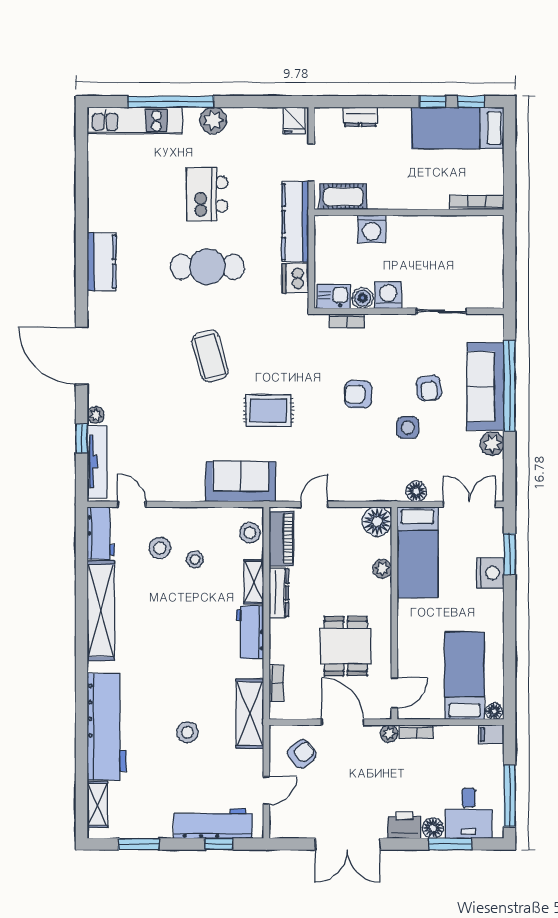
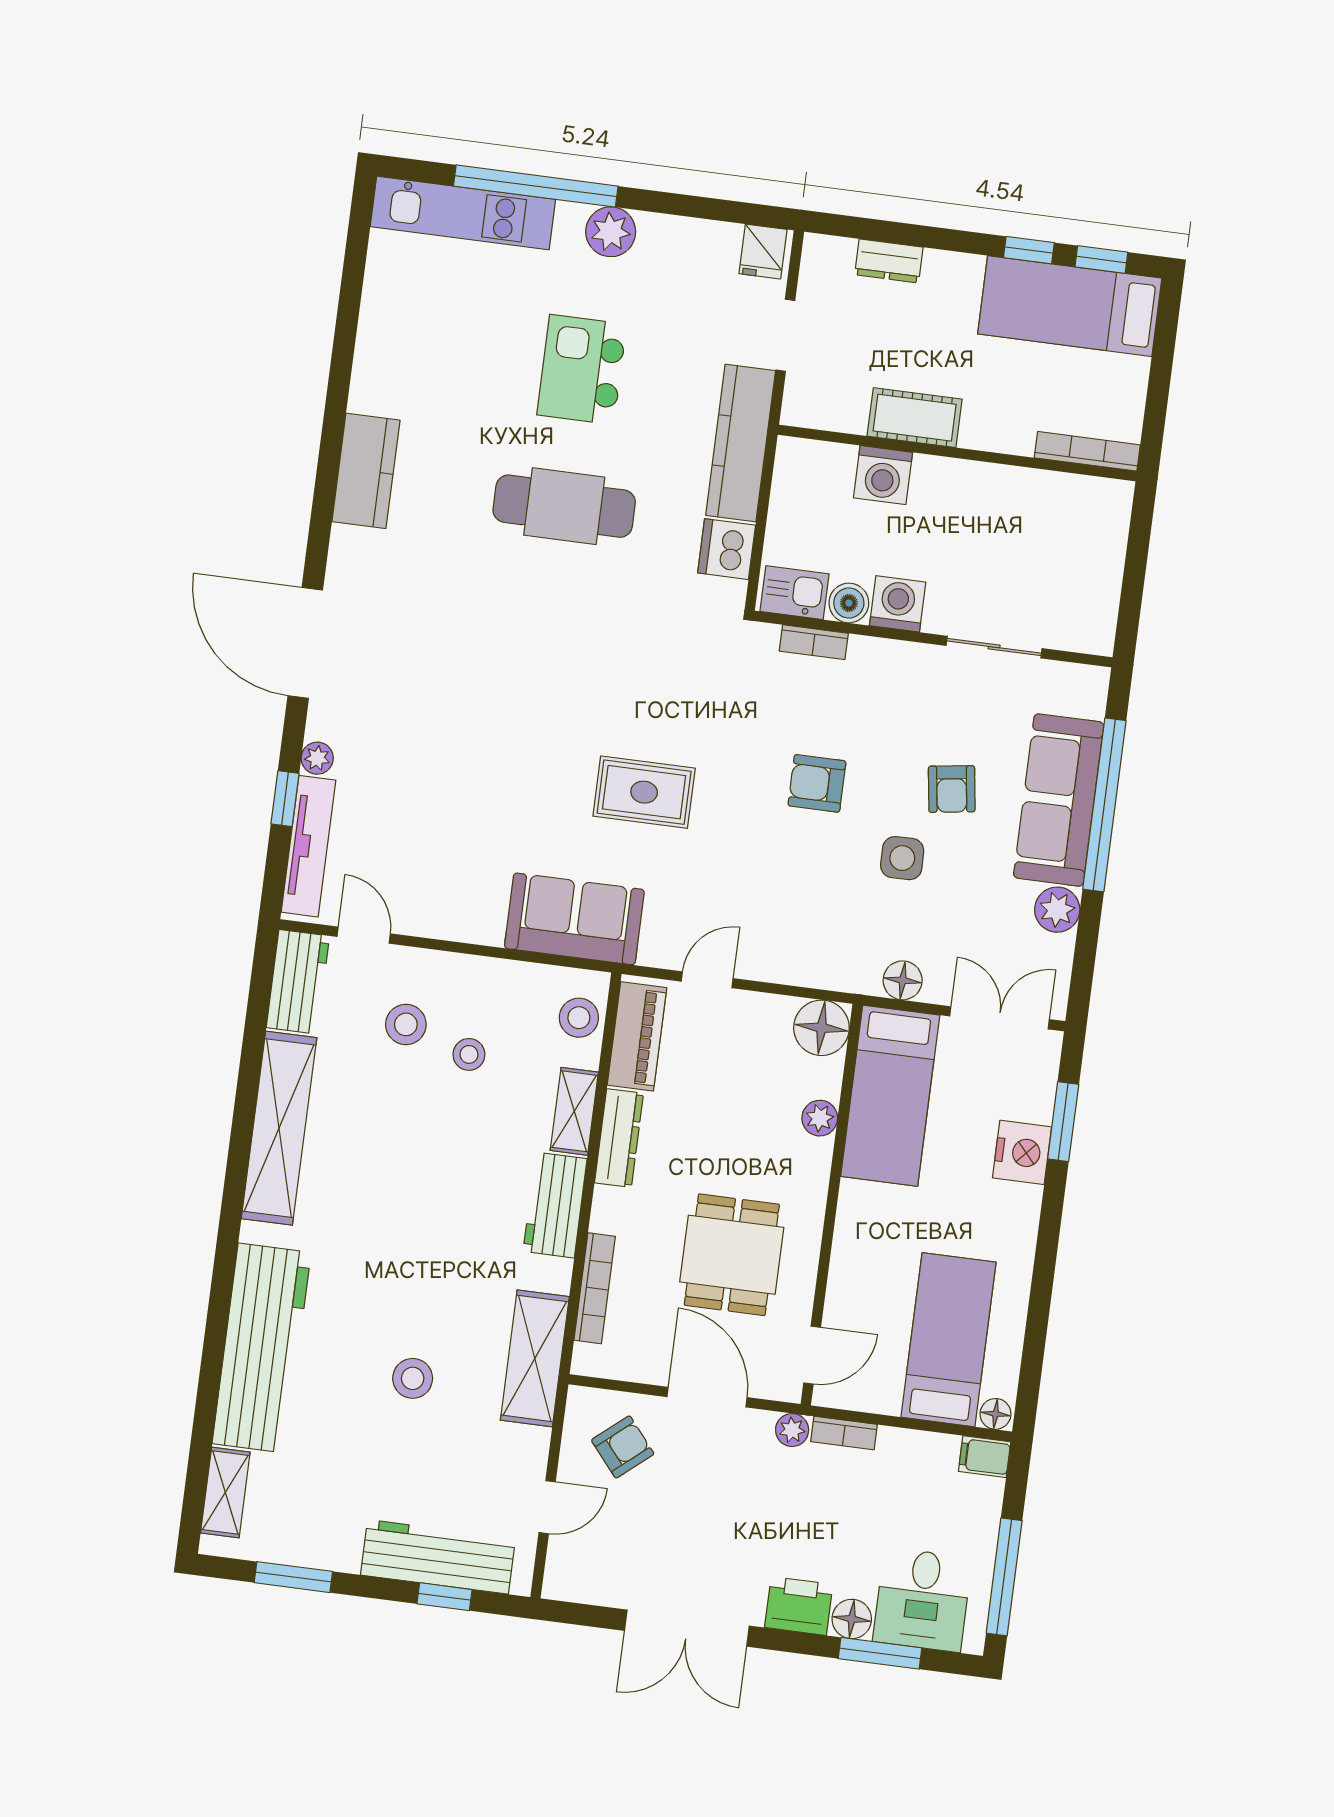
cot: (343, 197) -> (915, 418), moved
coffee table: (210, 356) -> (547, 675), removed
bookcase: (276, 683) -> (595, 1288), width x1.56

